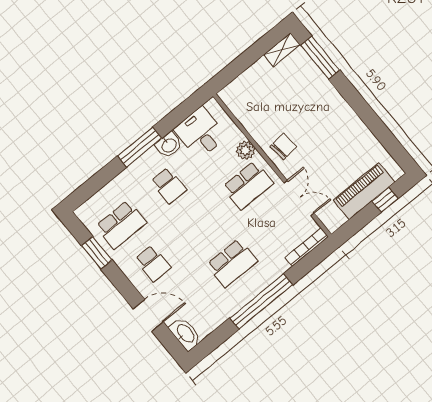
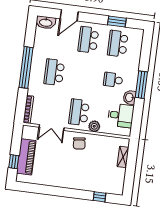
shelving: (282, 50) -> (123, 157), moved
window: (320, 58) -> (100, 197), width x0.46
school desk: (153, 263) -> (88, 40), width x1.85

